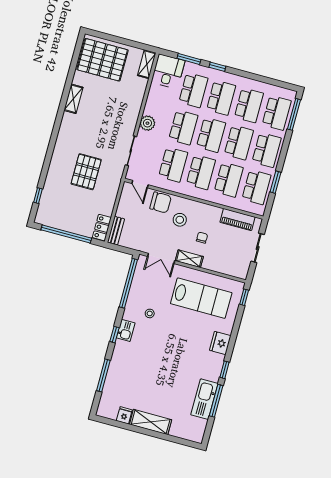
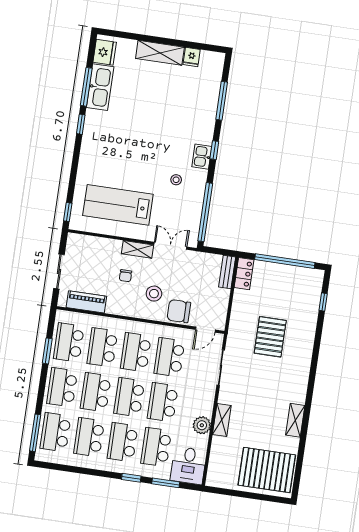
shelving: (147, 64) -> (222, 420), moved
plant: (147, 123) -> (202, 425), moved
door: (140, 184) -> (205, 330), swing flipped
fridge: (220, 343) -> (105, 52), moved

